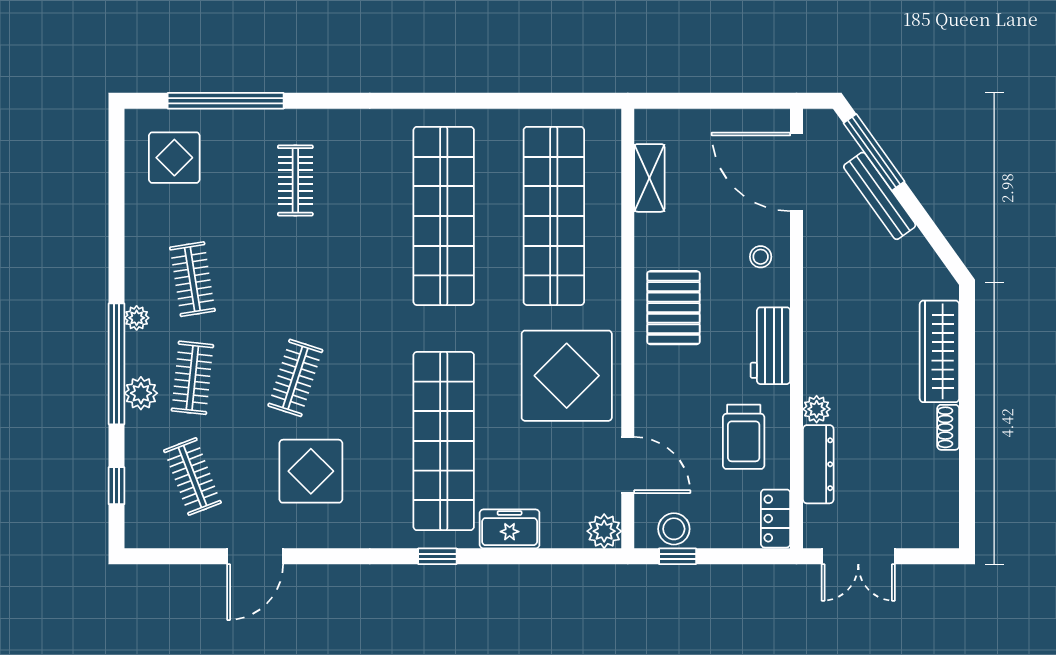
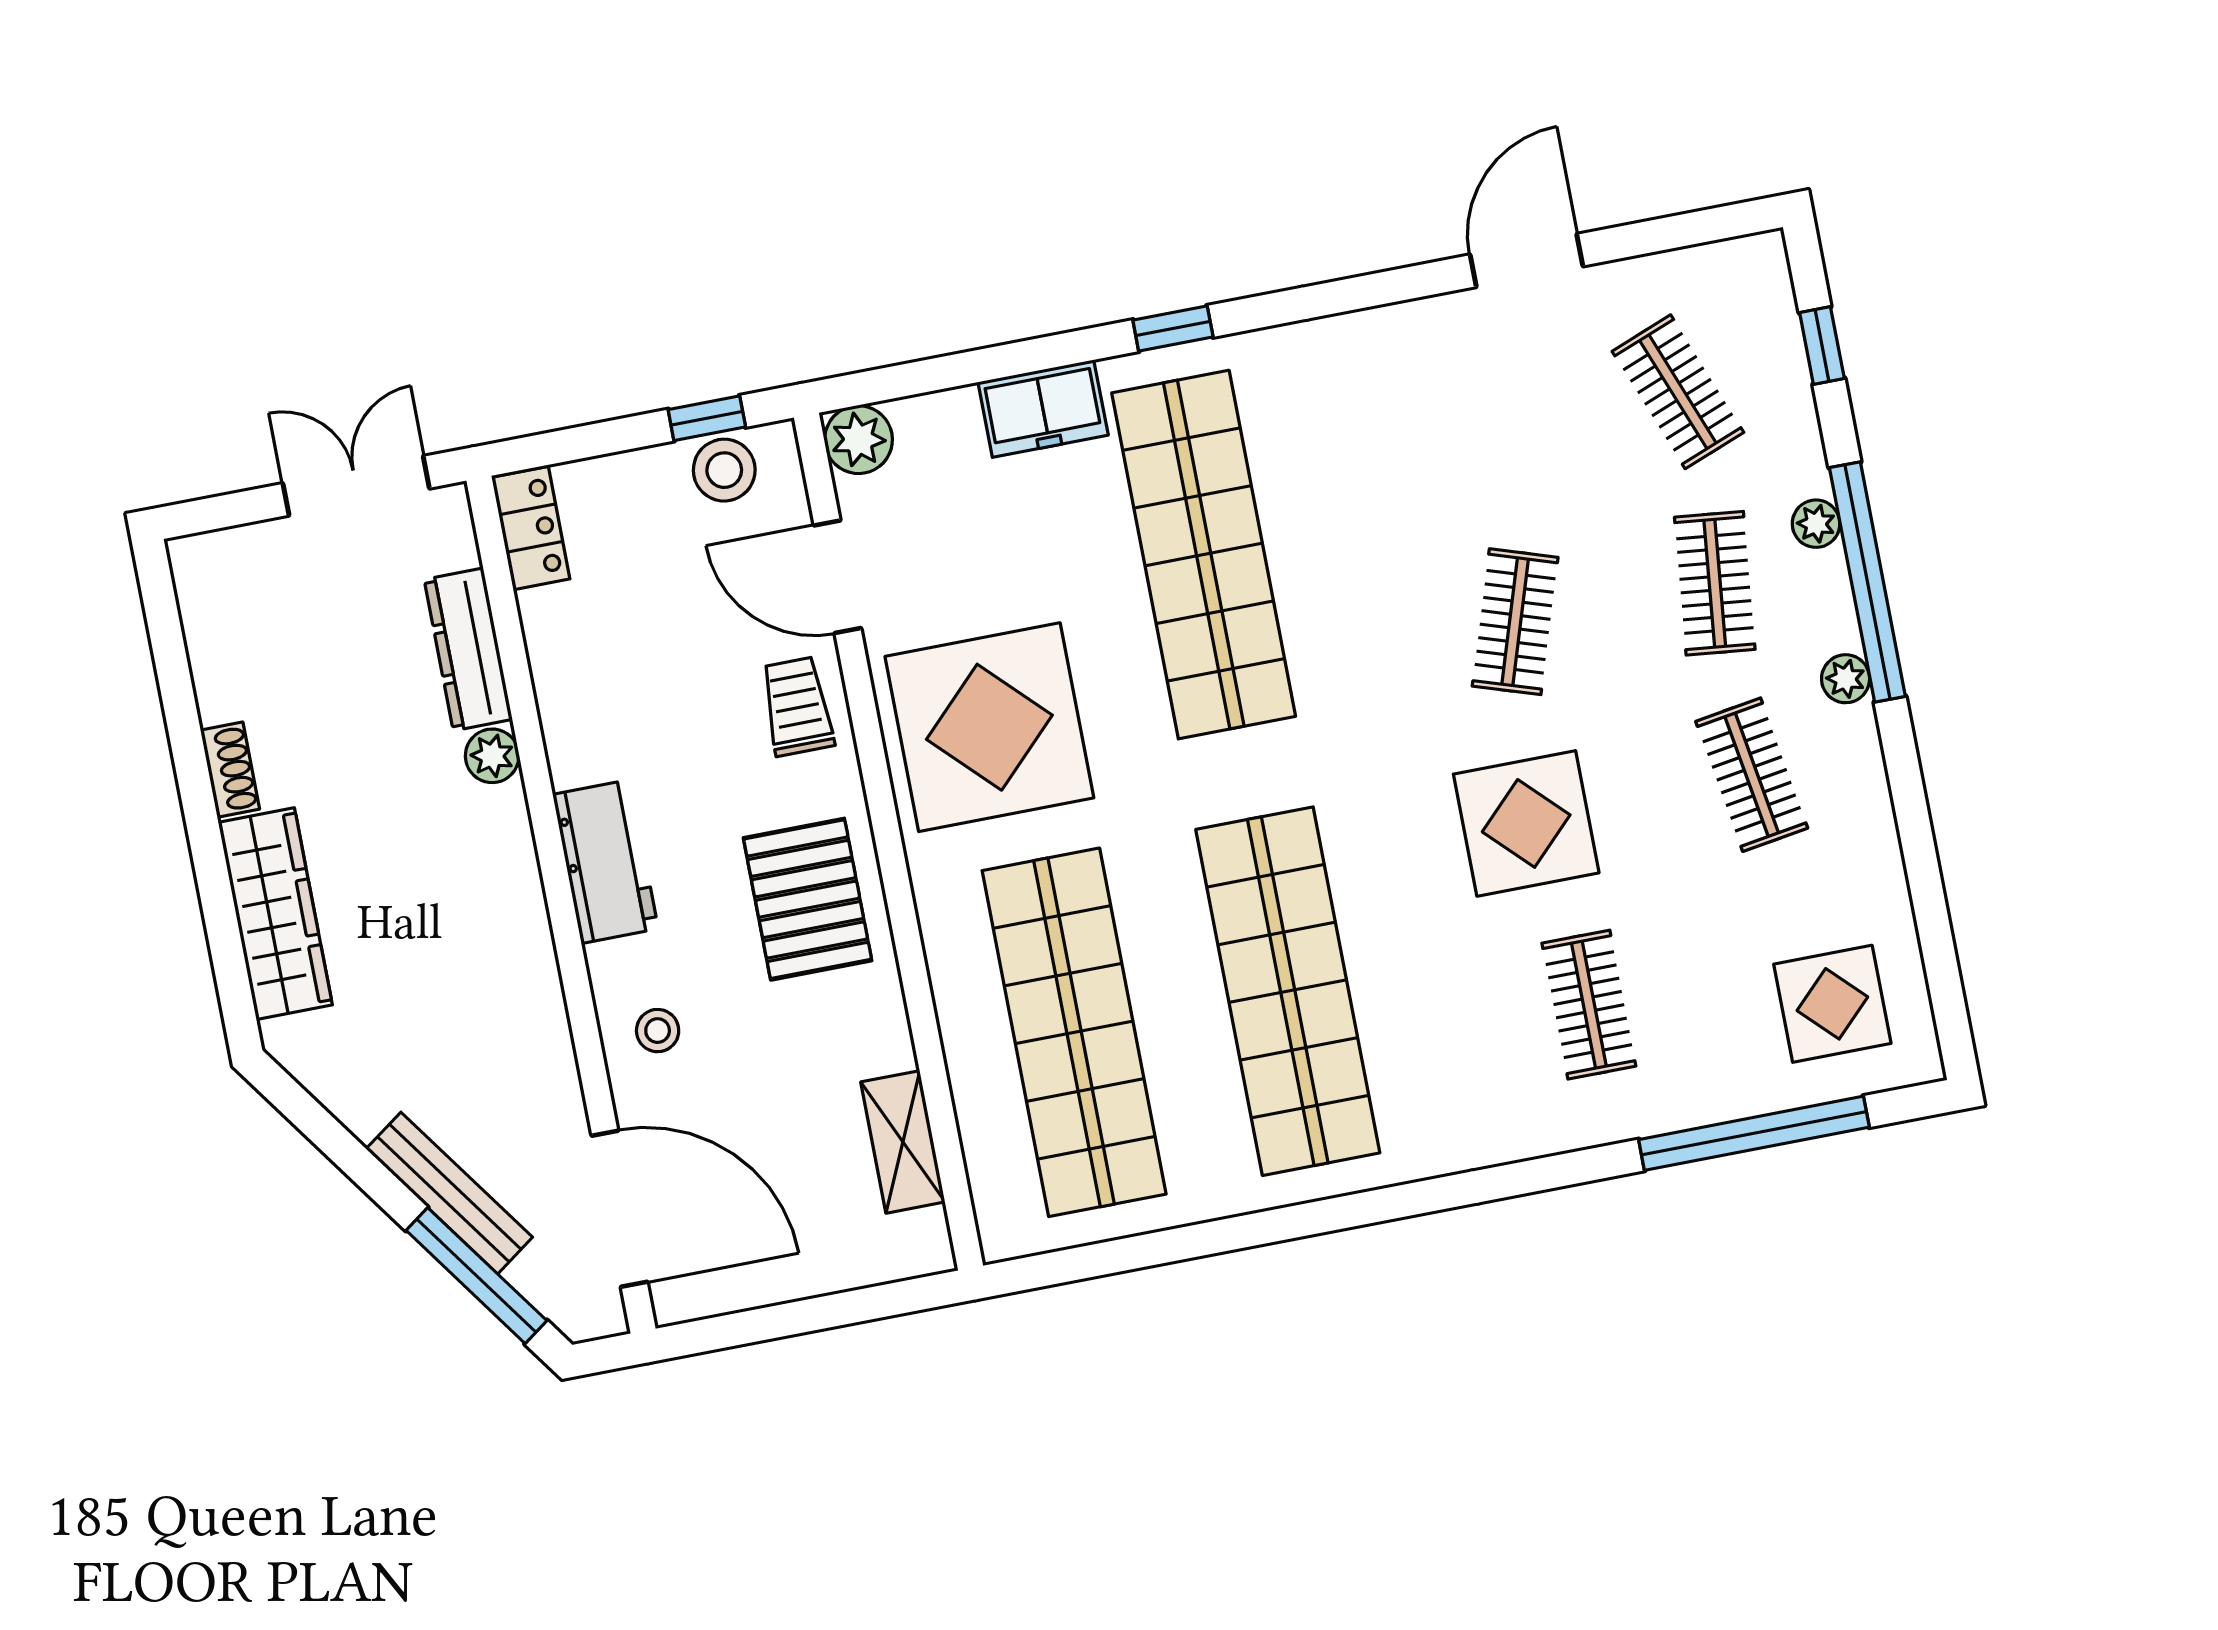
plant: (141, 393) -> (1816, 524), width x0.73, depth x0.73
trolley: (744, 437) -> (797, 706), moved, width x0.73, depth x0.72
display table: (311, 471) -> (1526, 823), moved

